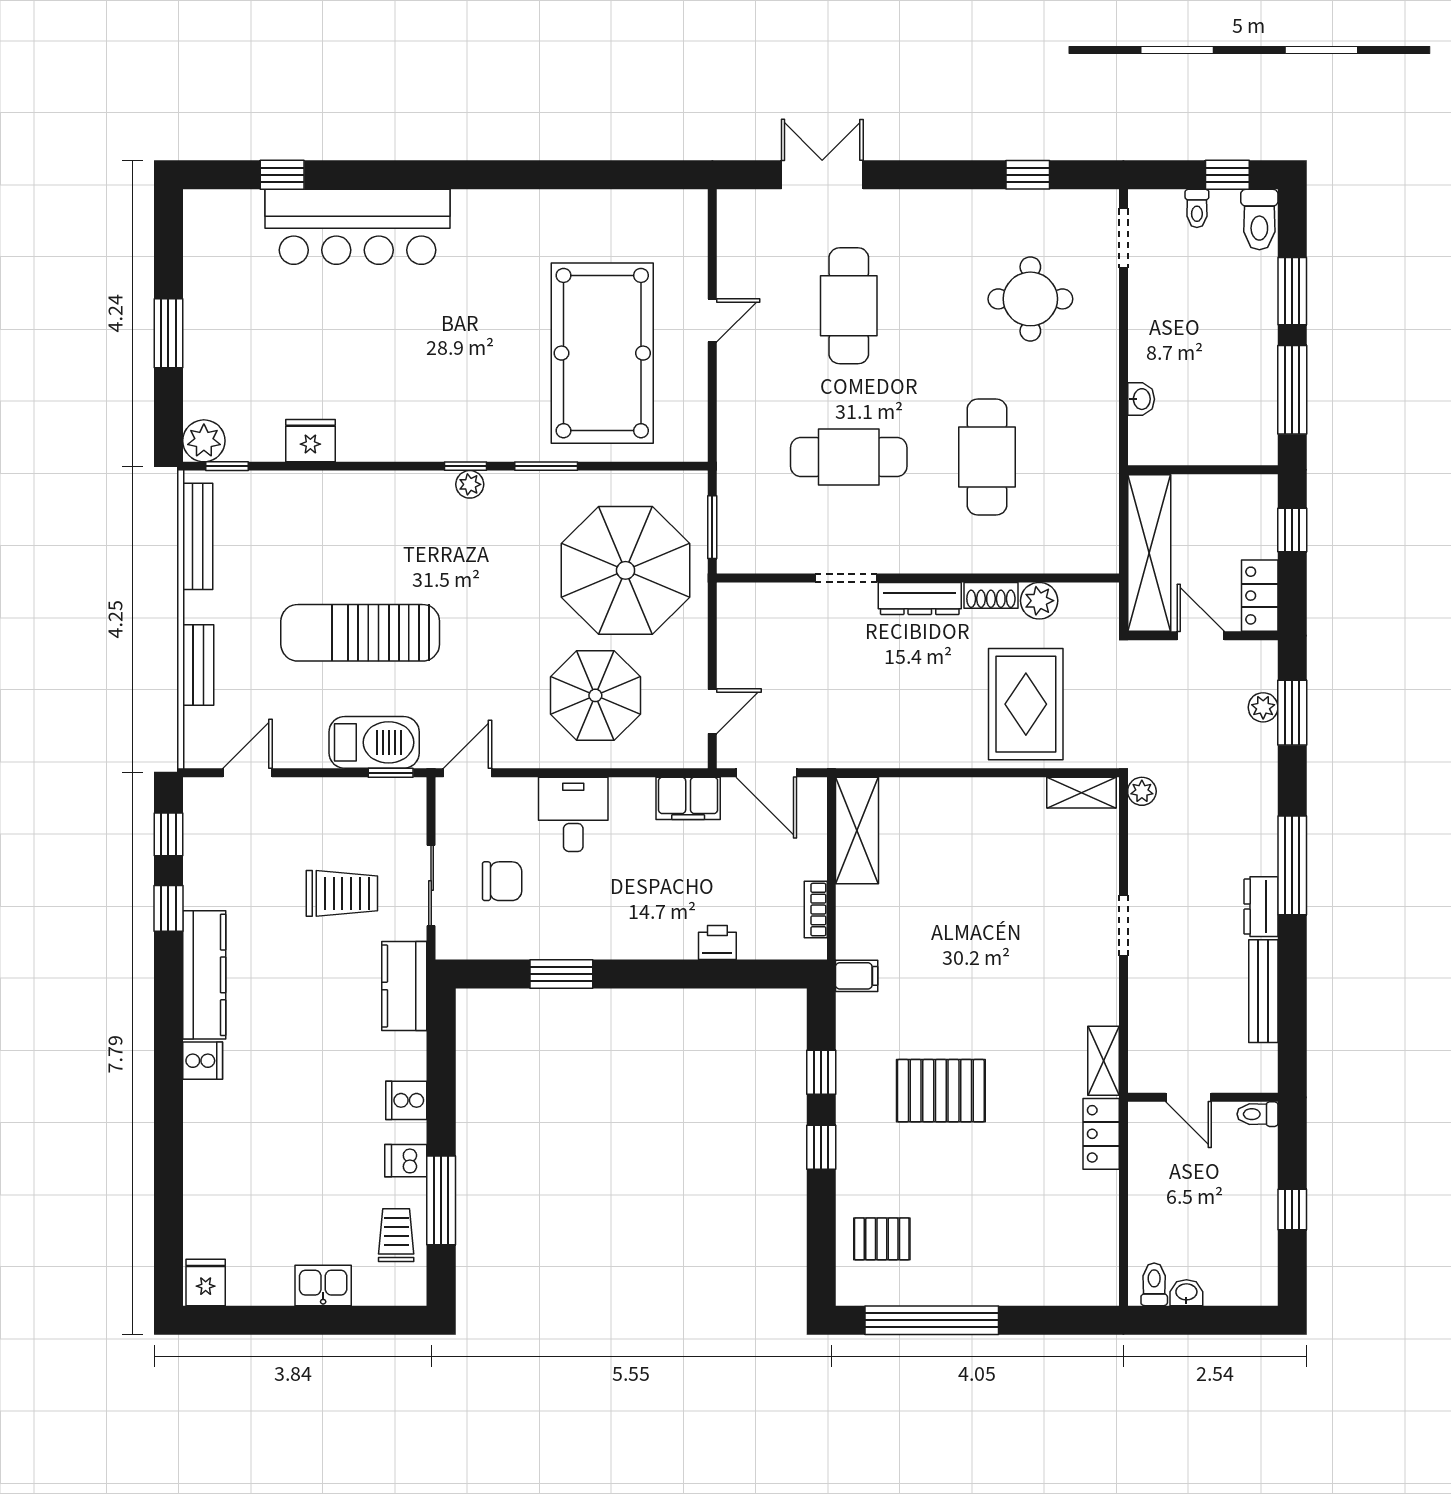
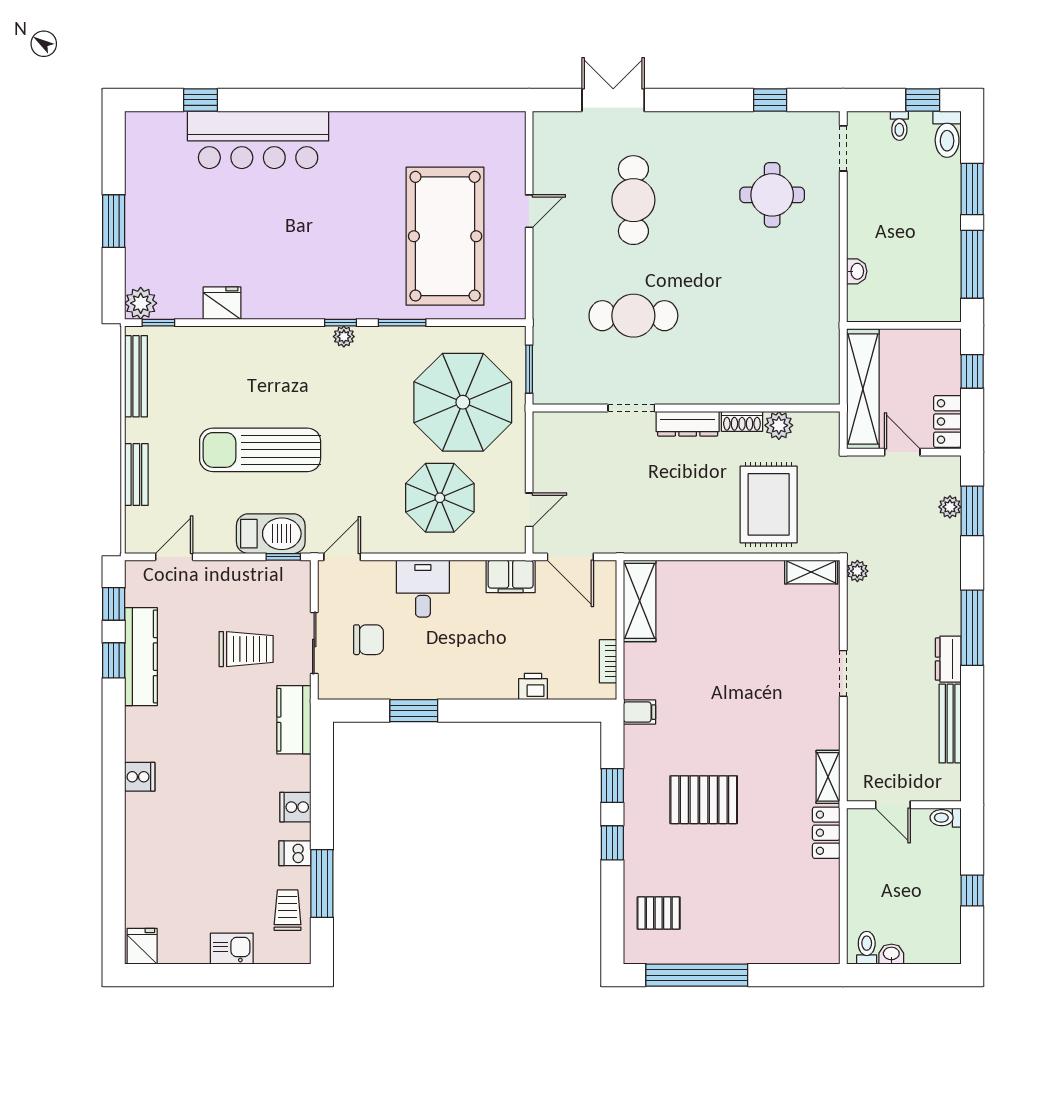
cafe table: (987, 457) -> (739, 316), removed
kitchen counter: (204, 975) -> (141, 657), moved

